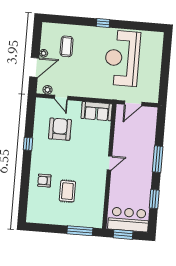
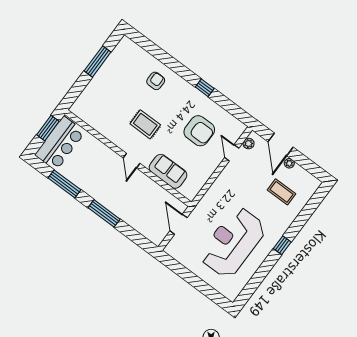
reception desk: (122, 58) -> (233, 242), turned -90
door: (61, 97) -> (232, 153), hinge flipped
sofa: (97, 111) -> (168, 171), moved, turned 90
rug: (67, 191) -> (145, 124), moved
window: (154, 199) -> (64, 184), width x1.44
window: (80, 231) -> (98, 61), moved

